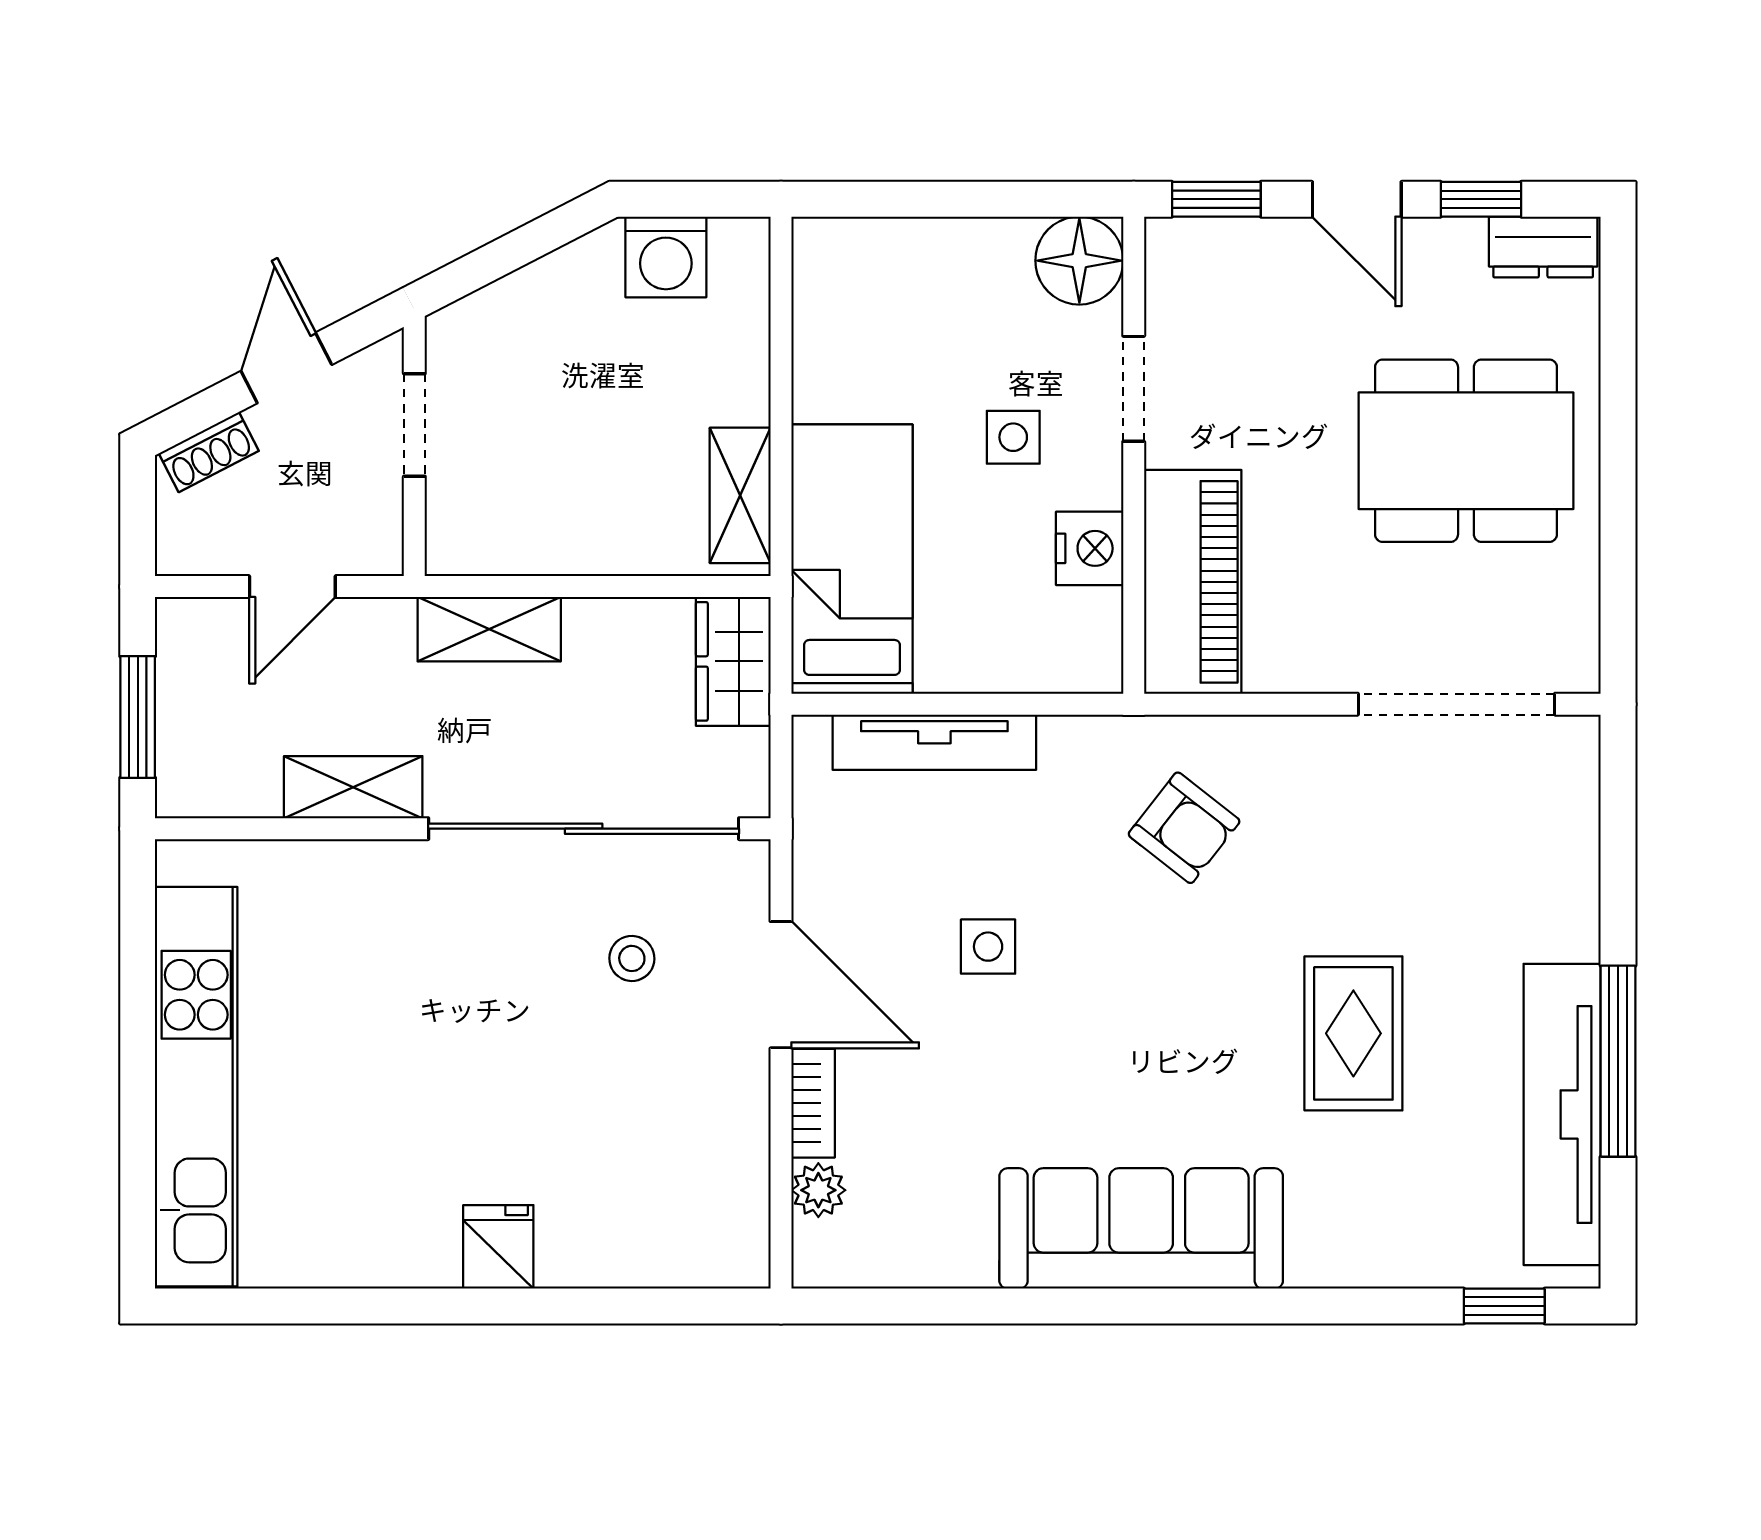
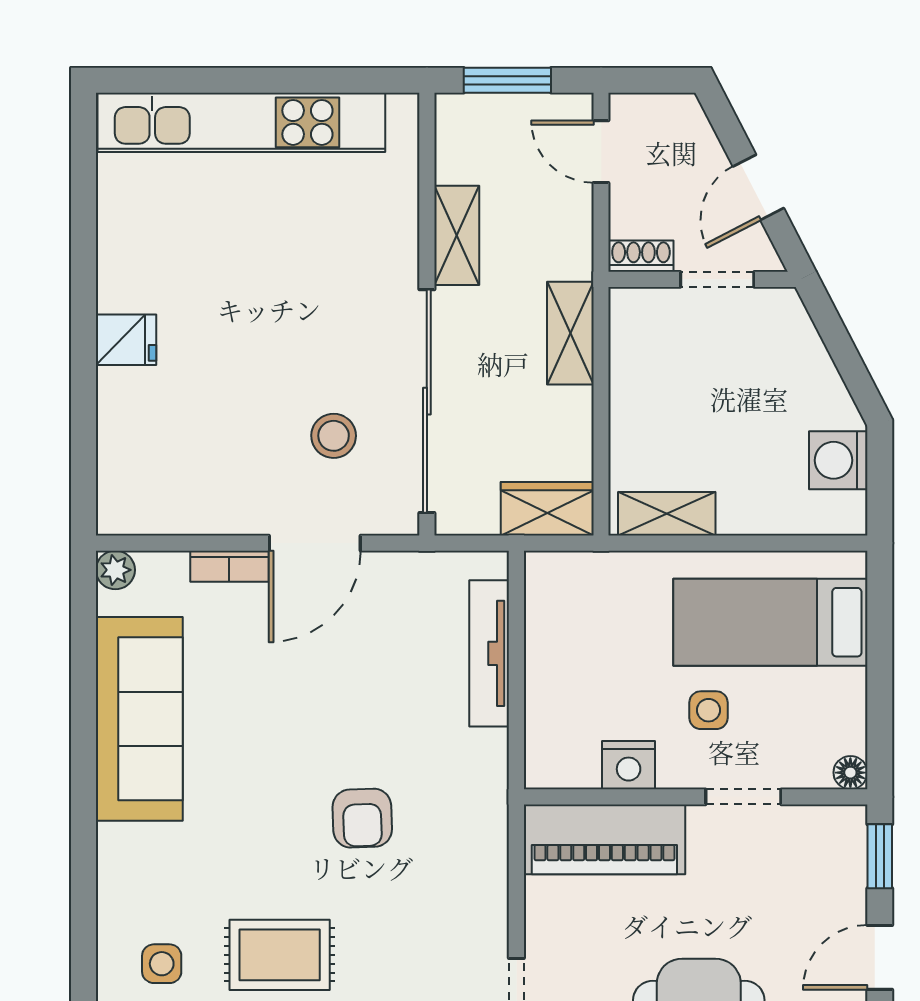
floor lamp: (1079, 261) -> (850, 773), width x0.53, depth x0.53
door: (286, 368) -> (758, 187), swing flipped
shoe rack: (209, 452) -> (641, 256), moved, turned 117
bed: (852, 559) -> (770, 622), moved, turned 180
door: (292, 587) -> (601, 152), moved
armchair: (1184, 828) -> (362, 818), moved, turned -40
side table: (988, 947) -> (162, 964), moved
stool: (632, 958) -> (334, 436), width x1.37, depth x1.37
plant: (818, 1190) -> (115, 570), moved
sofa: (1141, 1228) -> (139, 719), moved

